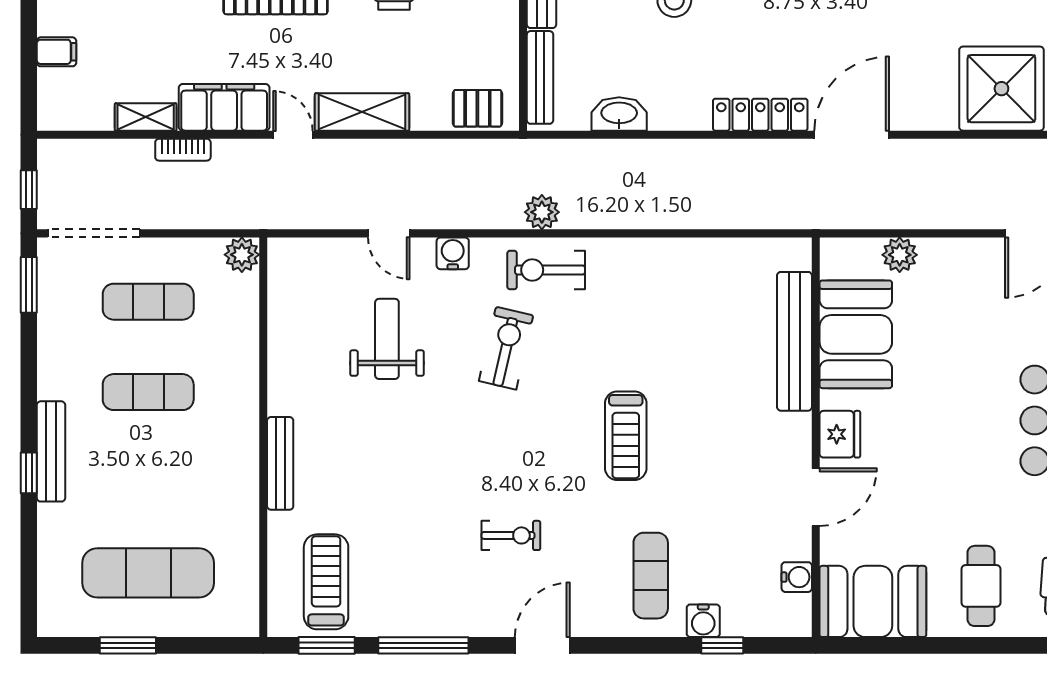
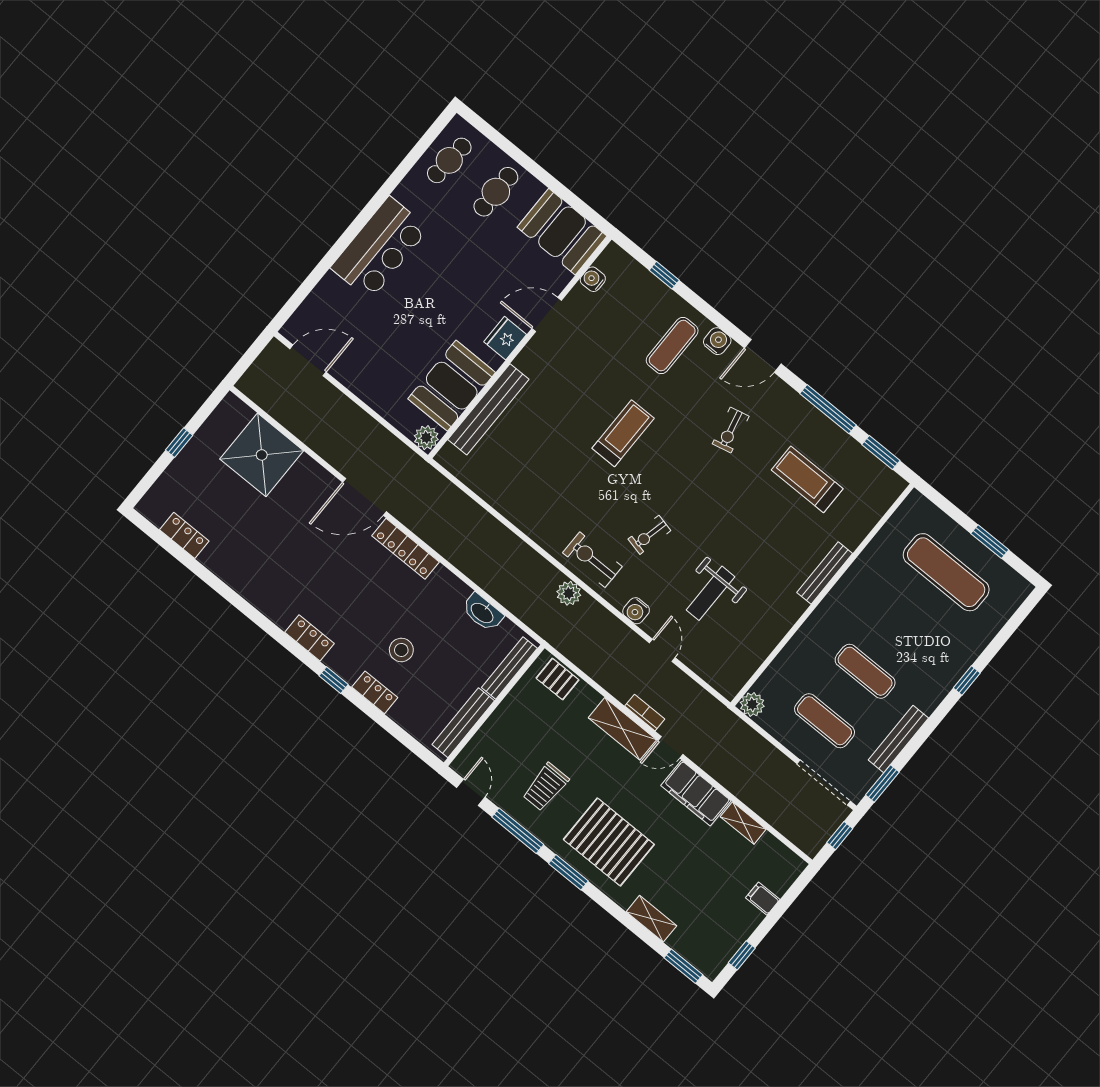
door: (293, 135) -> (670, 747), hinge flipped
bookcase: (183, 150) -> (645, 713), moved
plant: (900, 255) -> (426, 438), moved
exercise bike: (546, 270) -> (592, 560), turned 180
exercise bike: (506, 348) -> (649, 535), width x0.73, depth x0.72
bench: (51, 451) -> (898, 739), moved
exercise bike: (511, 535) -> (731, 430), turned -103
treadmill: (326, 582) -> (807, 479), moved, turned 90
water cooler: (703, 621) -> (717, 341), moved

